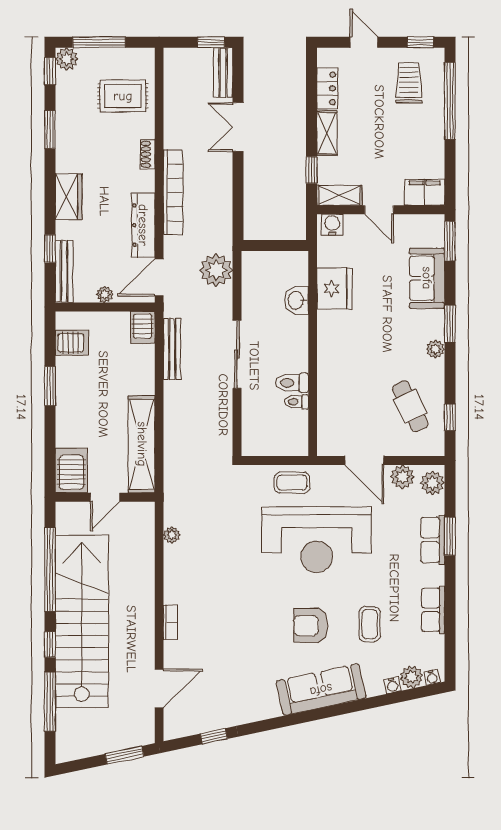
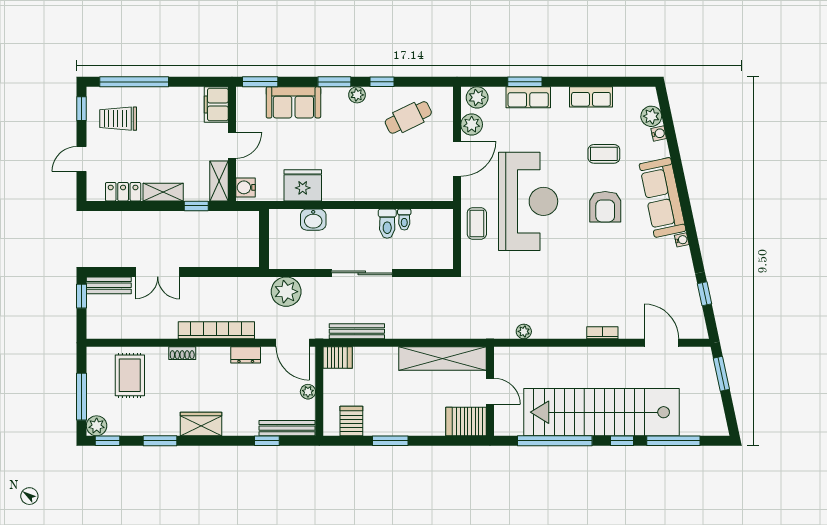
wardrobe: (69, 197) -> (201, 424), moved
dresser: (143, 225) -> (246, 355), width x0.51, depth x0.80
window: (450, 417) -> (382, 82), moved
water cooler: (432, 677) -> (682, 240), moved

